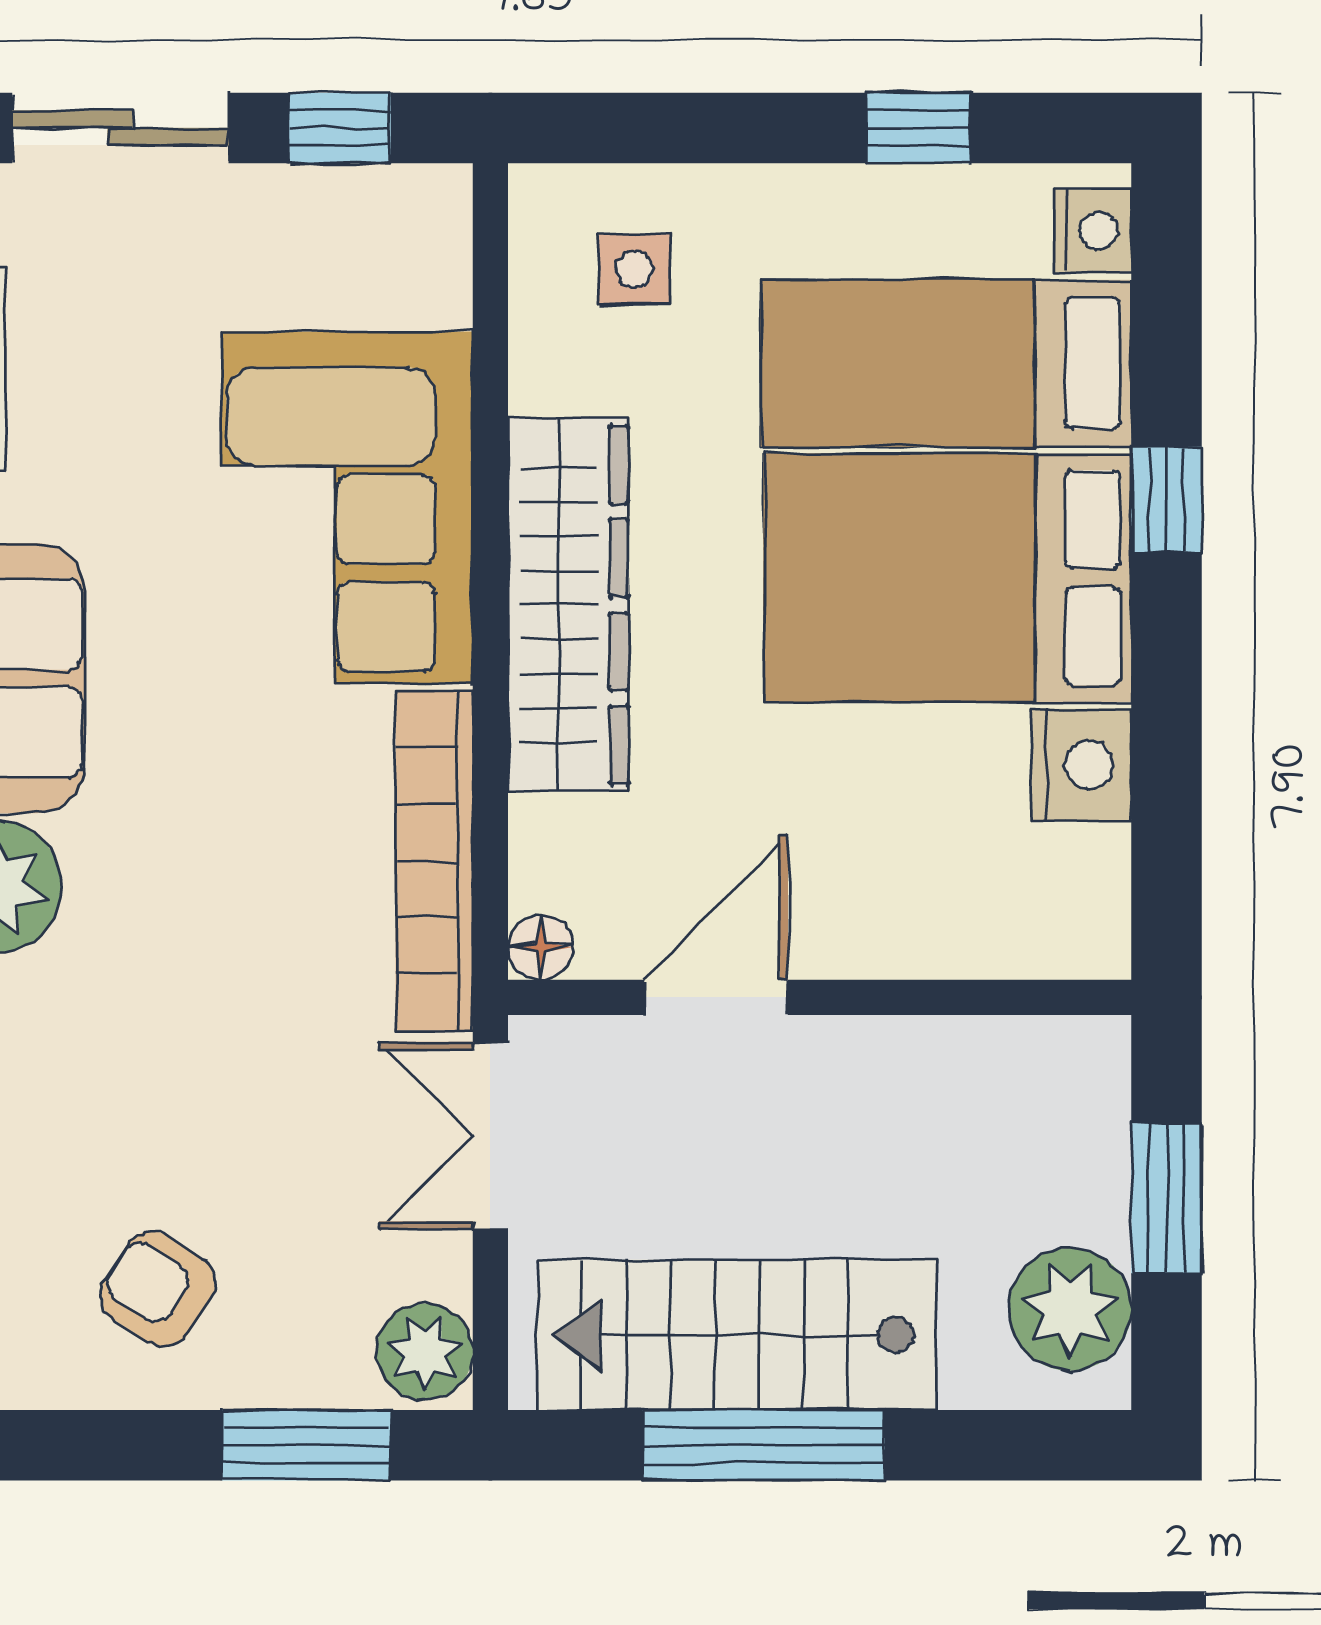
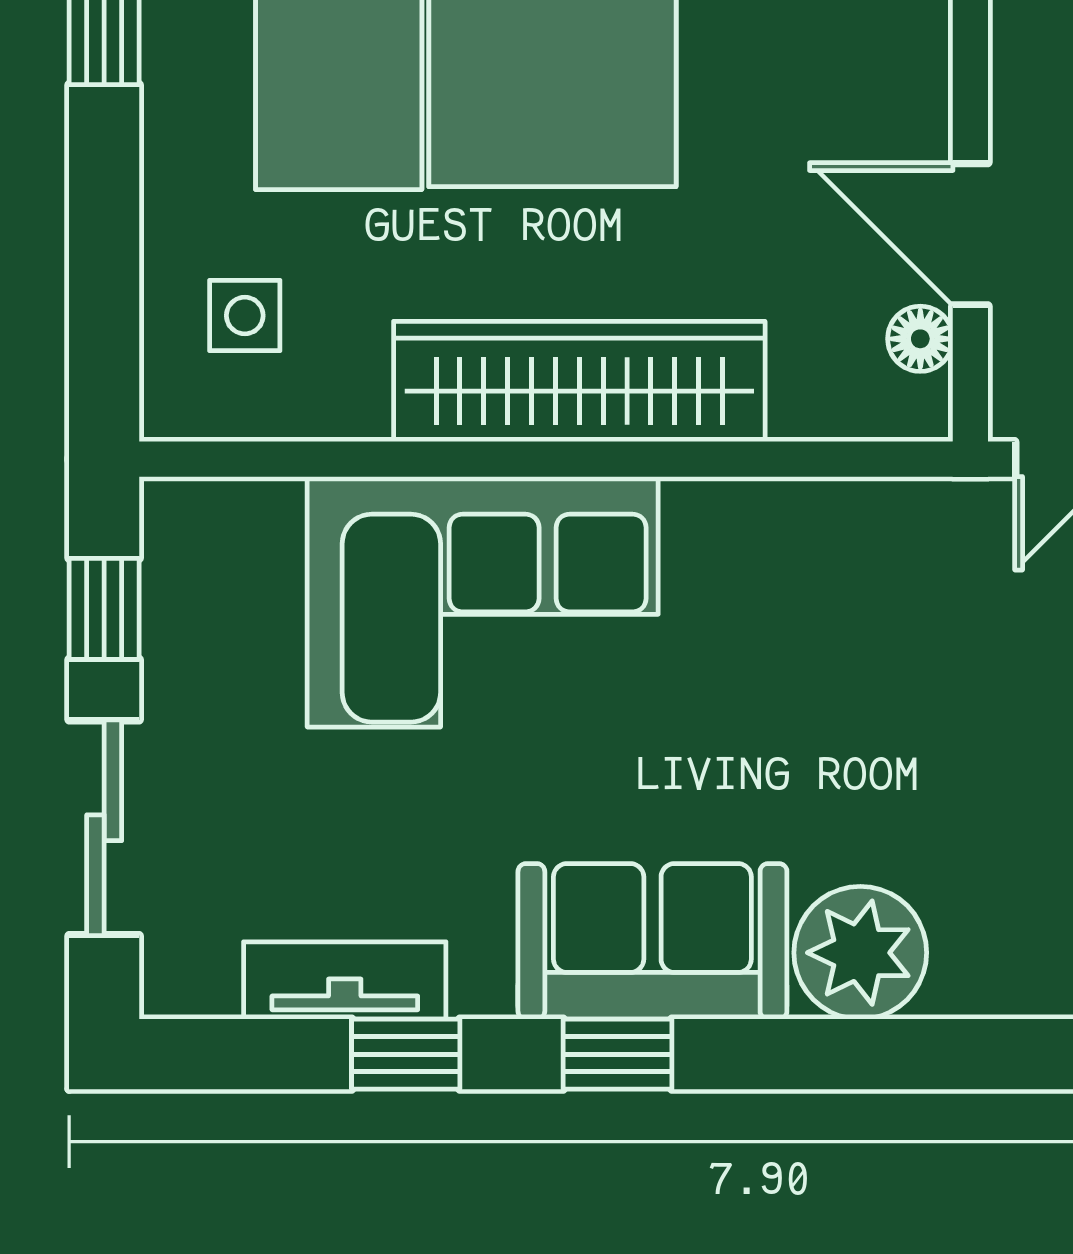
bookcase: (434, 861) -> (834, 515), removed
floor lamp: (541, 947) -> (920, 339), moved

